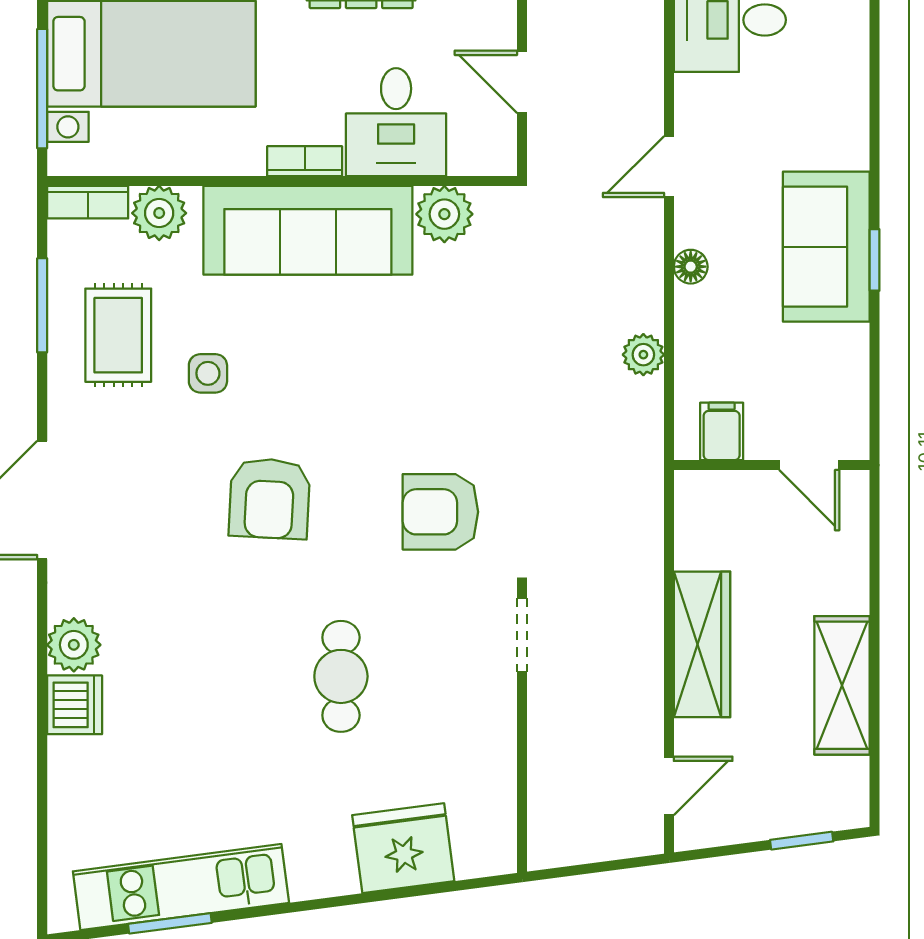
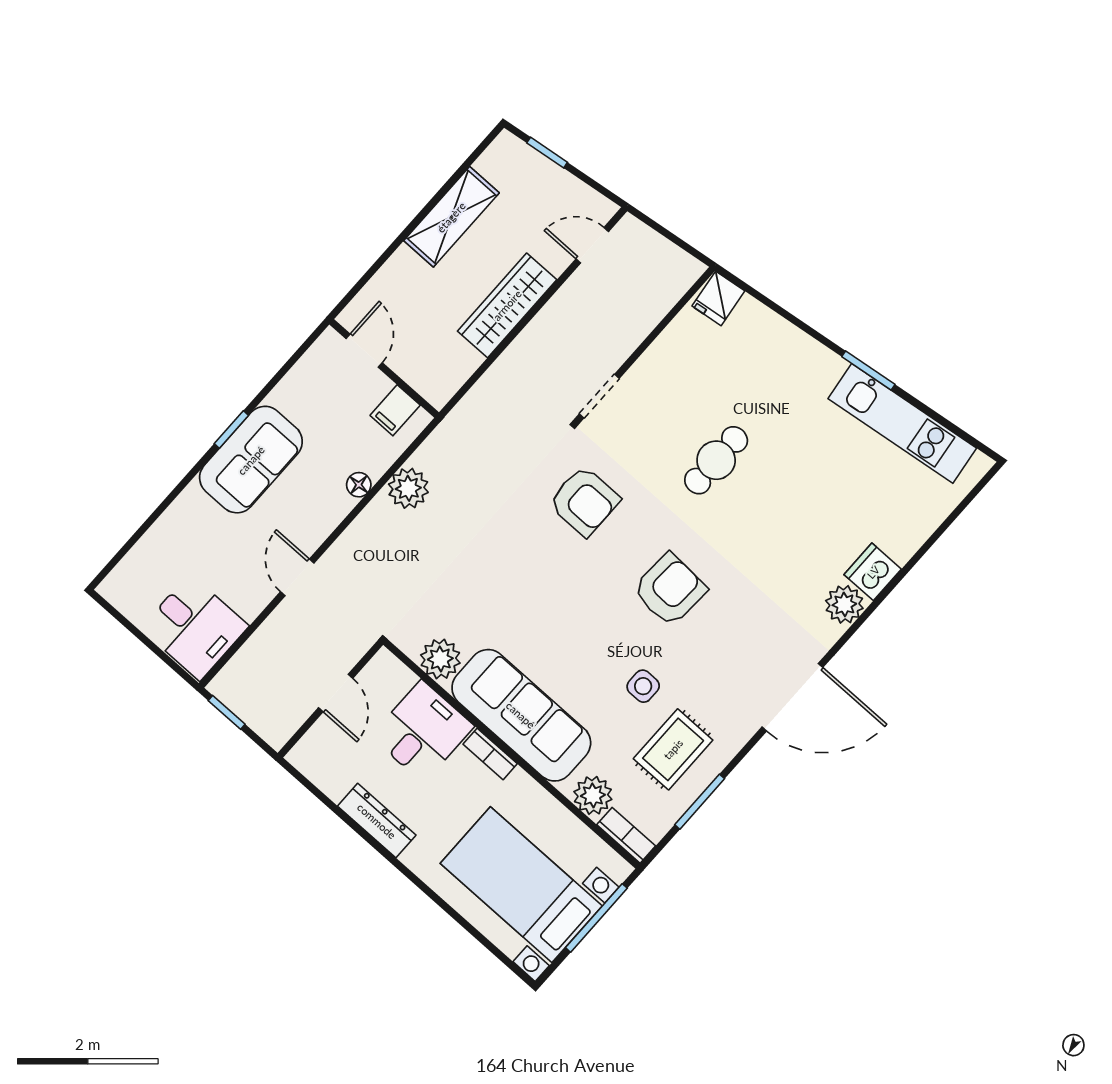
door: (669, 167) -> (297, 577), swing flipped
floor lamp: (691, 267) -> (359, 485), moved
plant: (643, 355) -> (408, 488), width x1.38, depth x1.38
fridge: (403, 848) -> (718, 298), moved, width x0.53, depth x0.75
window: (170, 923) -> (868, 371), moved

